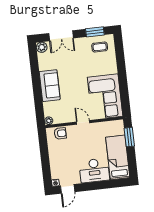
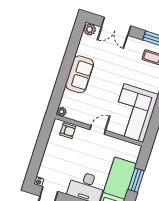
door: (83, 122) -> (98, 130), hinge flipped
window: (129, 137) -> (136, 180), moved

